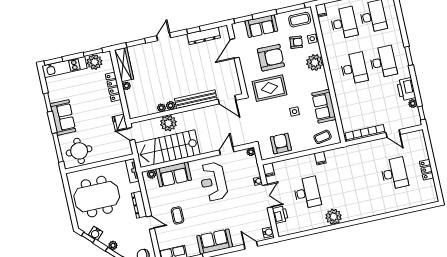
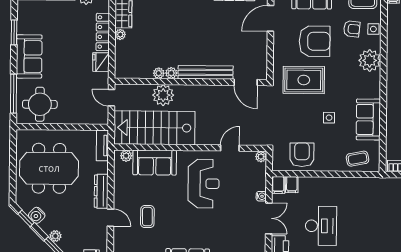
fridge: (120, 122) -> (101, 62), moved
filing cabinet: (320, 158) -> (292, 185), moved
reception desk: (213, 182) -> (204, 184), turned 180

